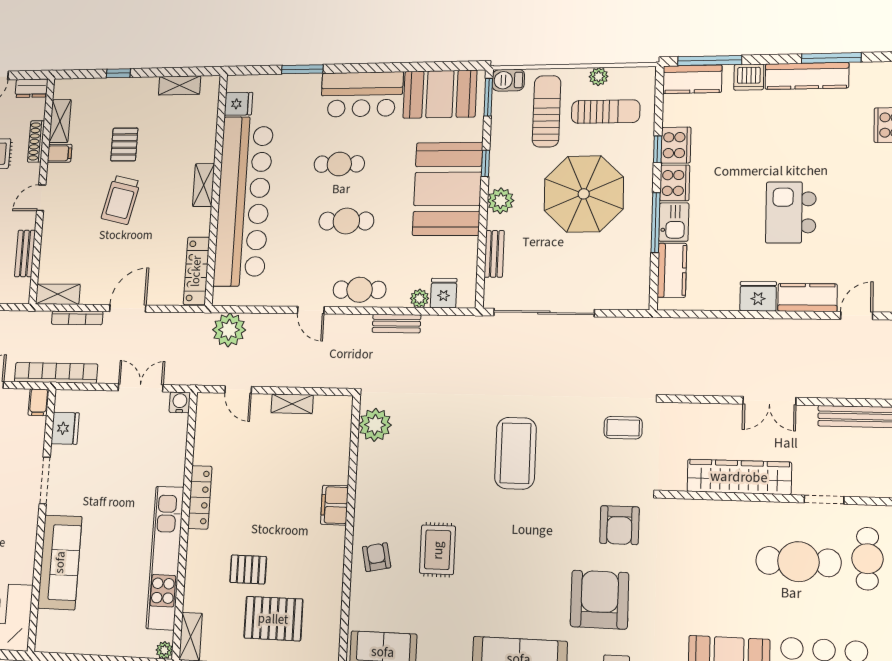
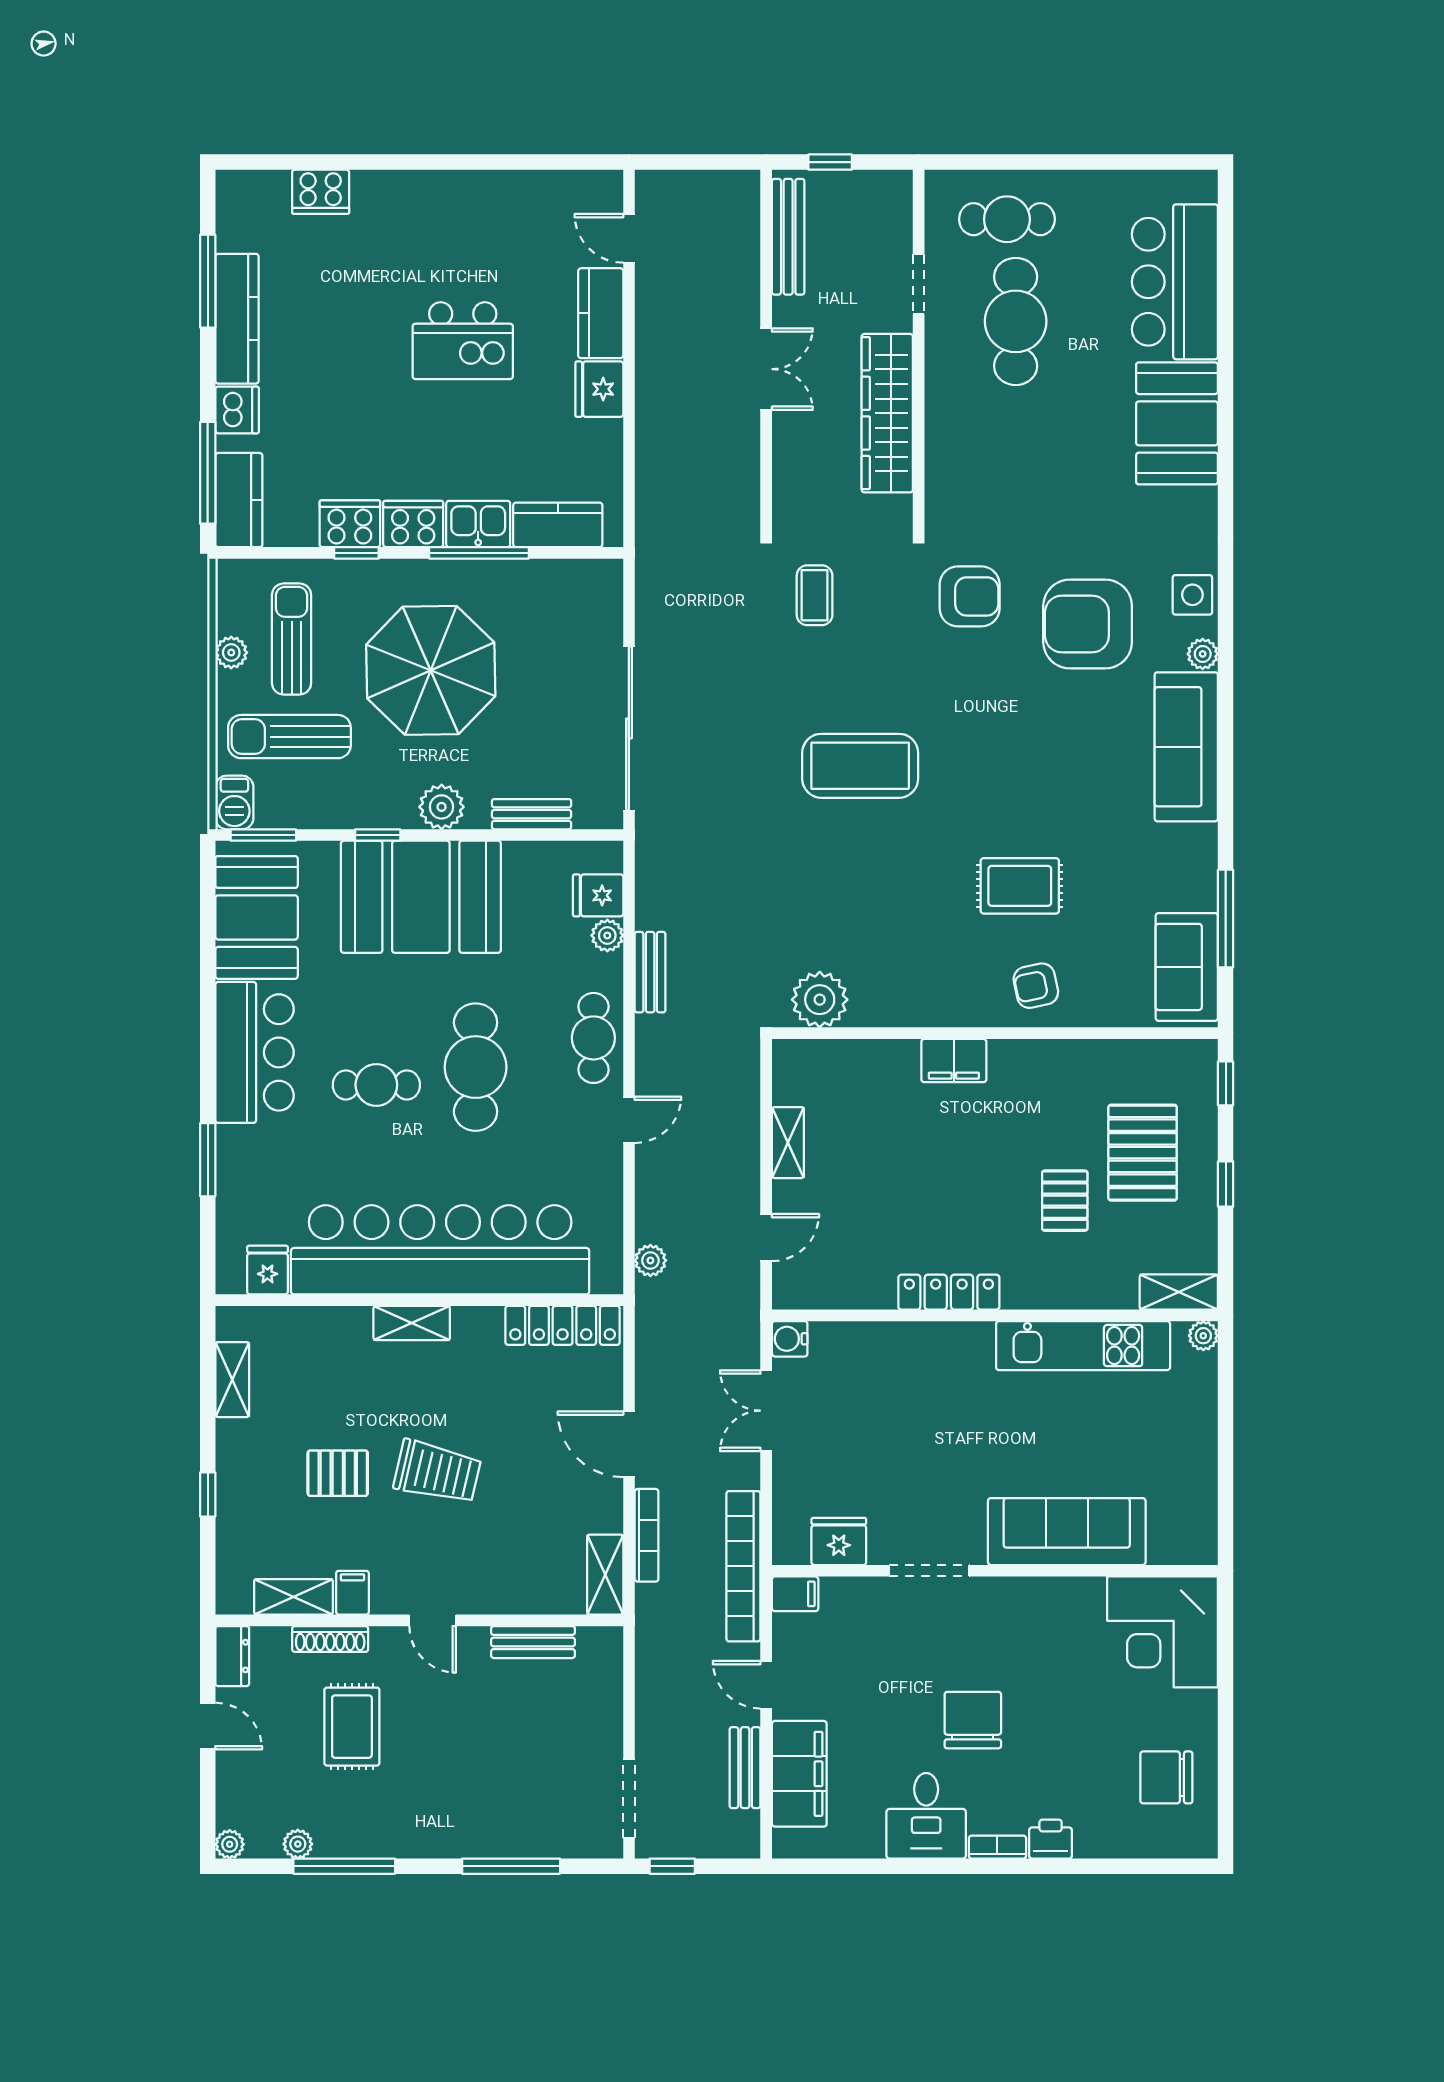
cafe table: (339, 164) -> (376, 1085), turned 90
cafe table: (346, 221) -> (476, 1067), width x1.37, depth x1.35
plant: (229, 330) -> (650, 1260), width x0.53, depth x0.53
kitchen unit: (165, 558) -> (1083, 1346), width x0.73

